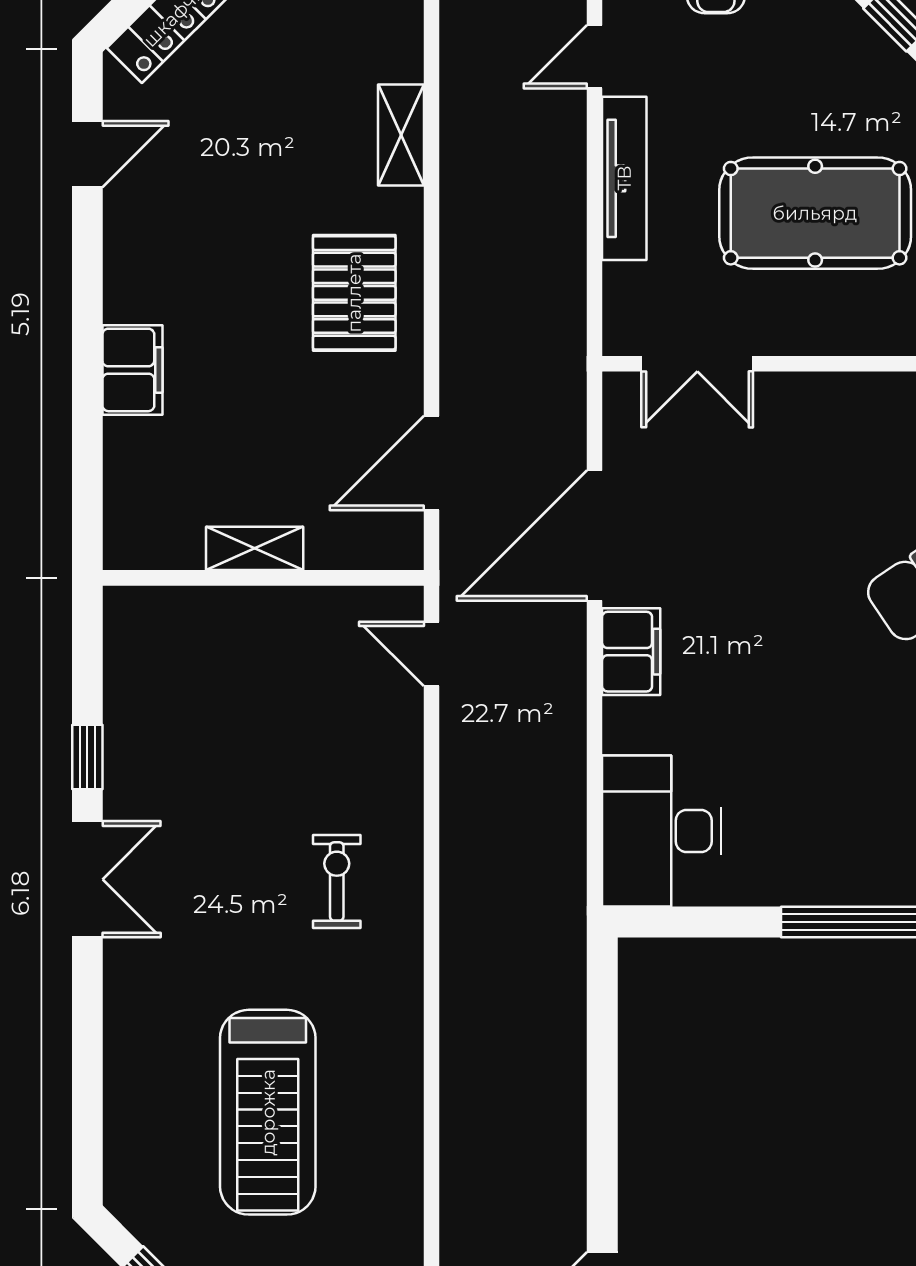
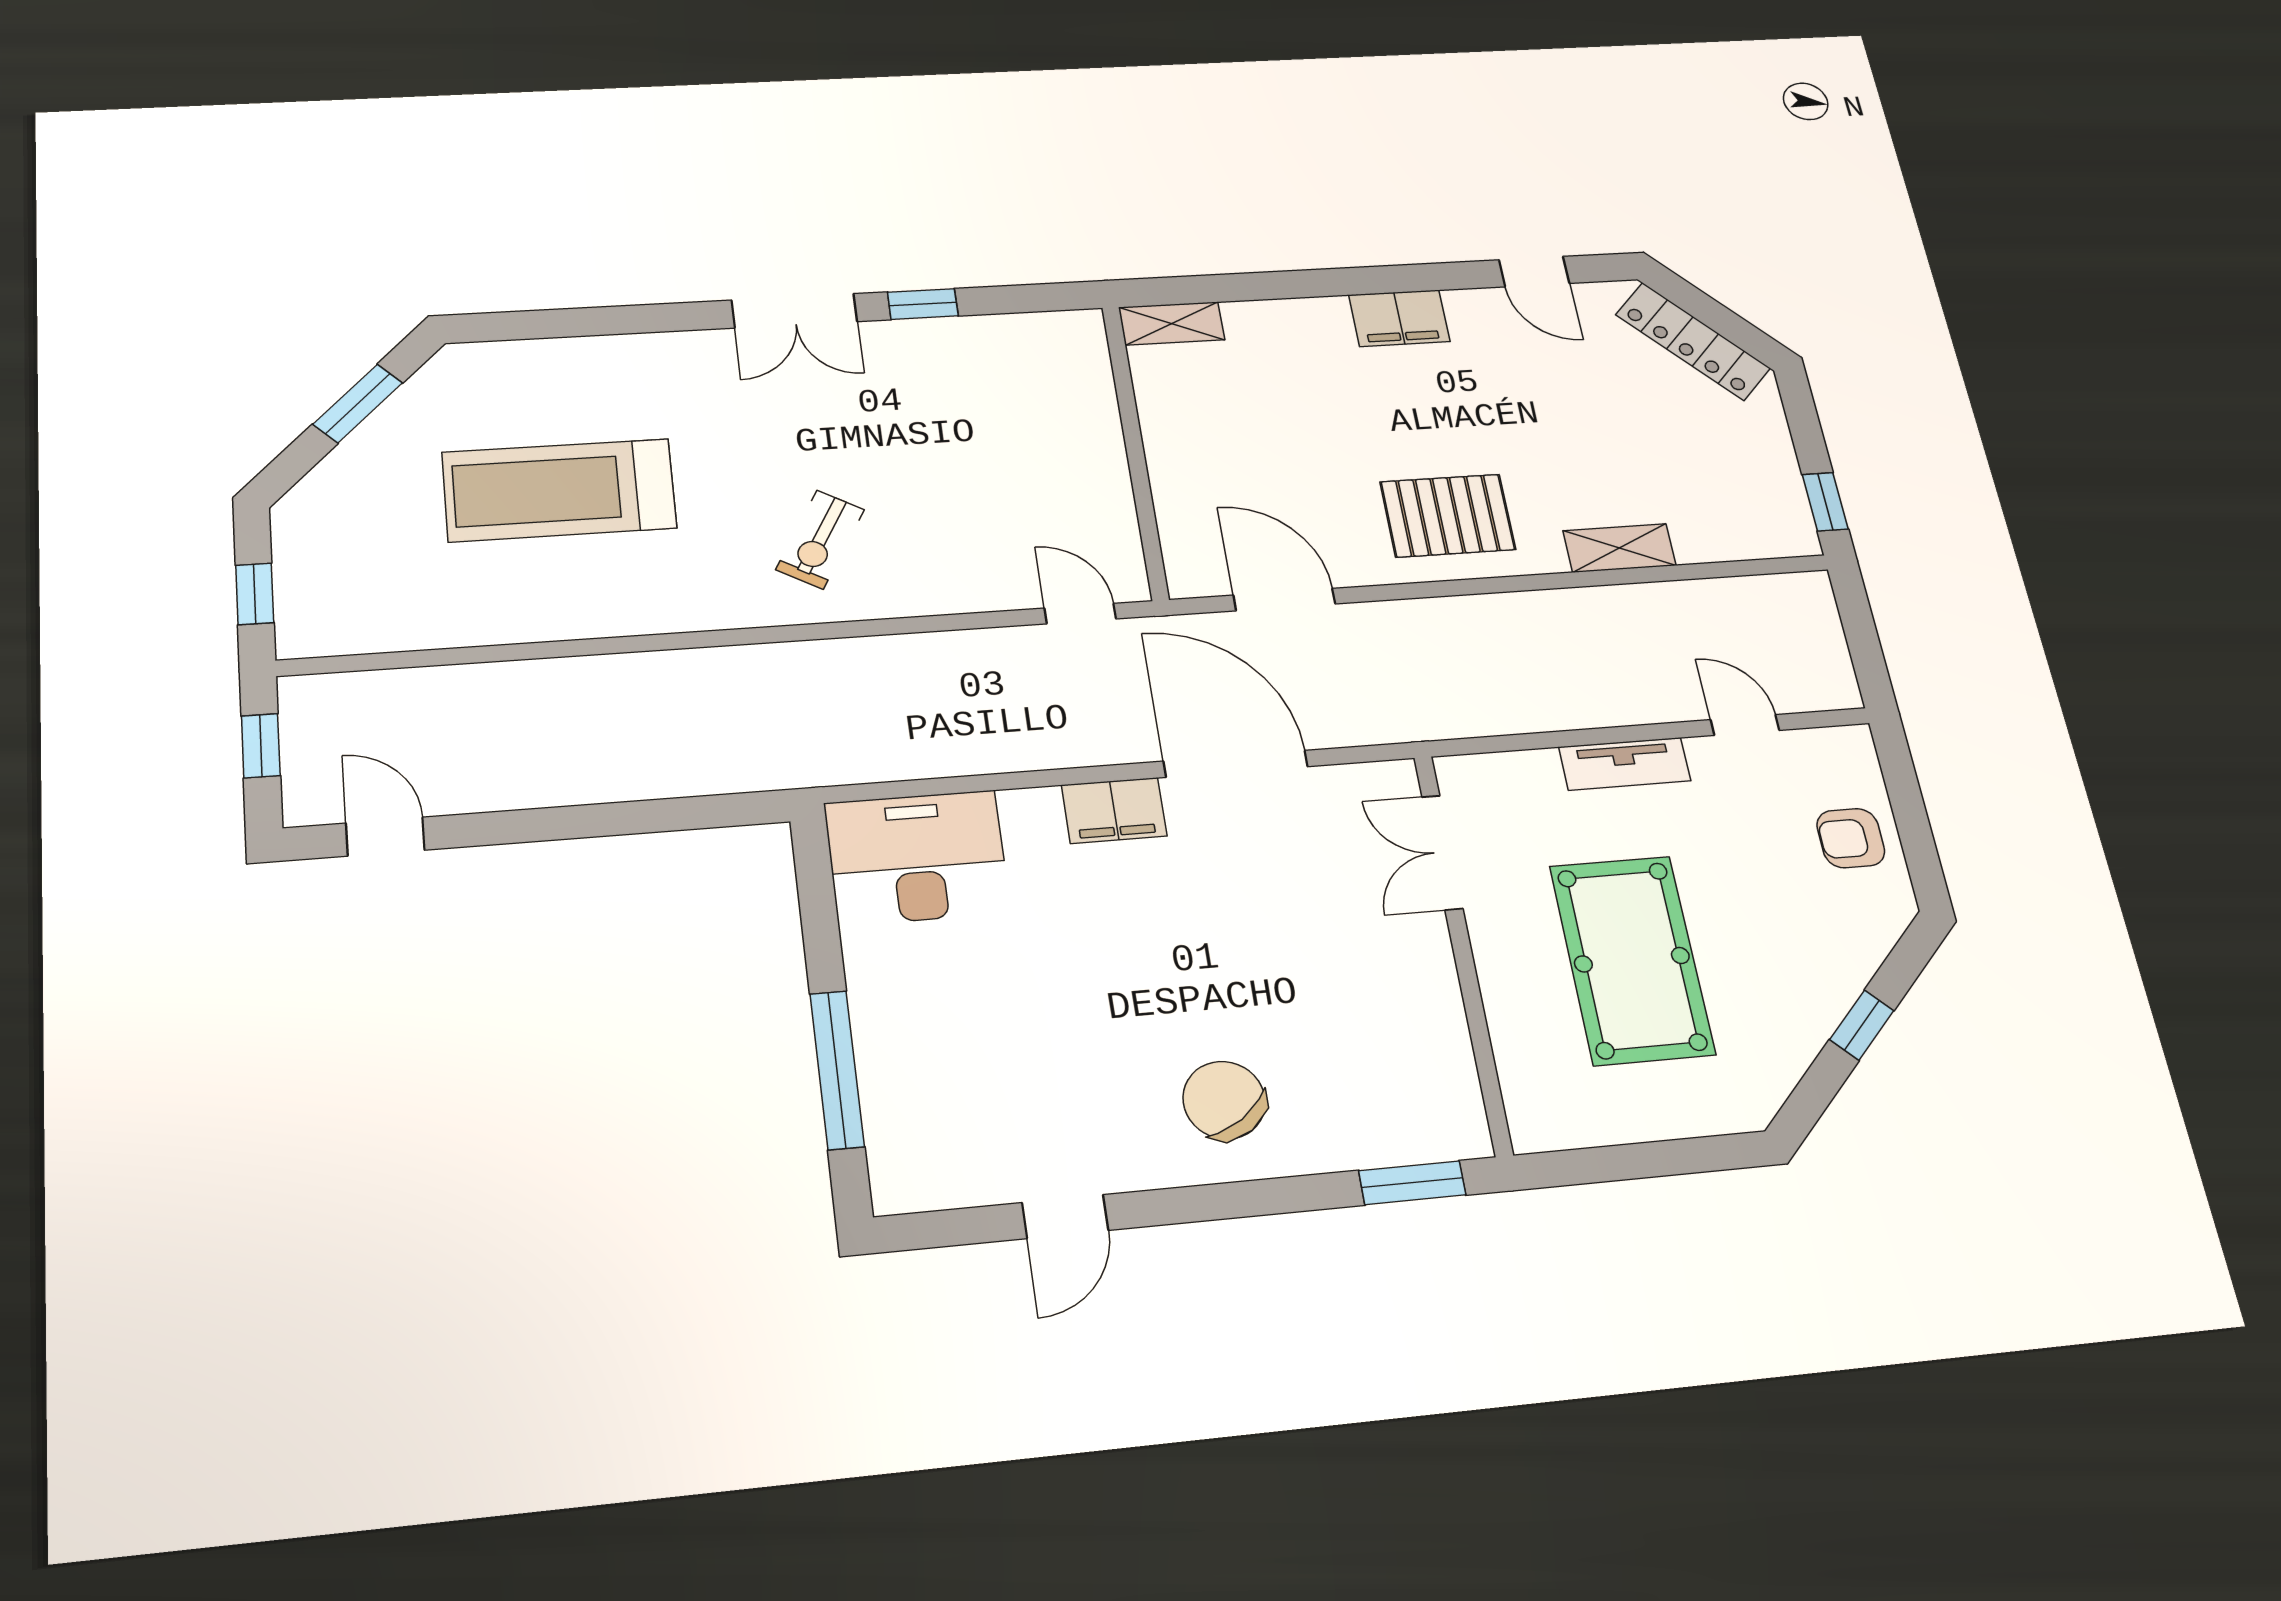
tv unit: (624, 178) -> (1625, 764), width x0.71
filing cabinet: (133, 370) -> (1399, 318), moved
shelving: (255, 548) -> (1172, 324), moved, turned 90
door: (431, 654) -> (1080, 614), hinge flipped
exercise bike: (337, 881) -> (820, 540), turned 120

